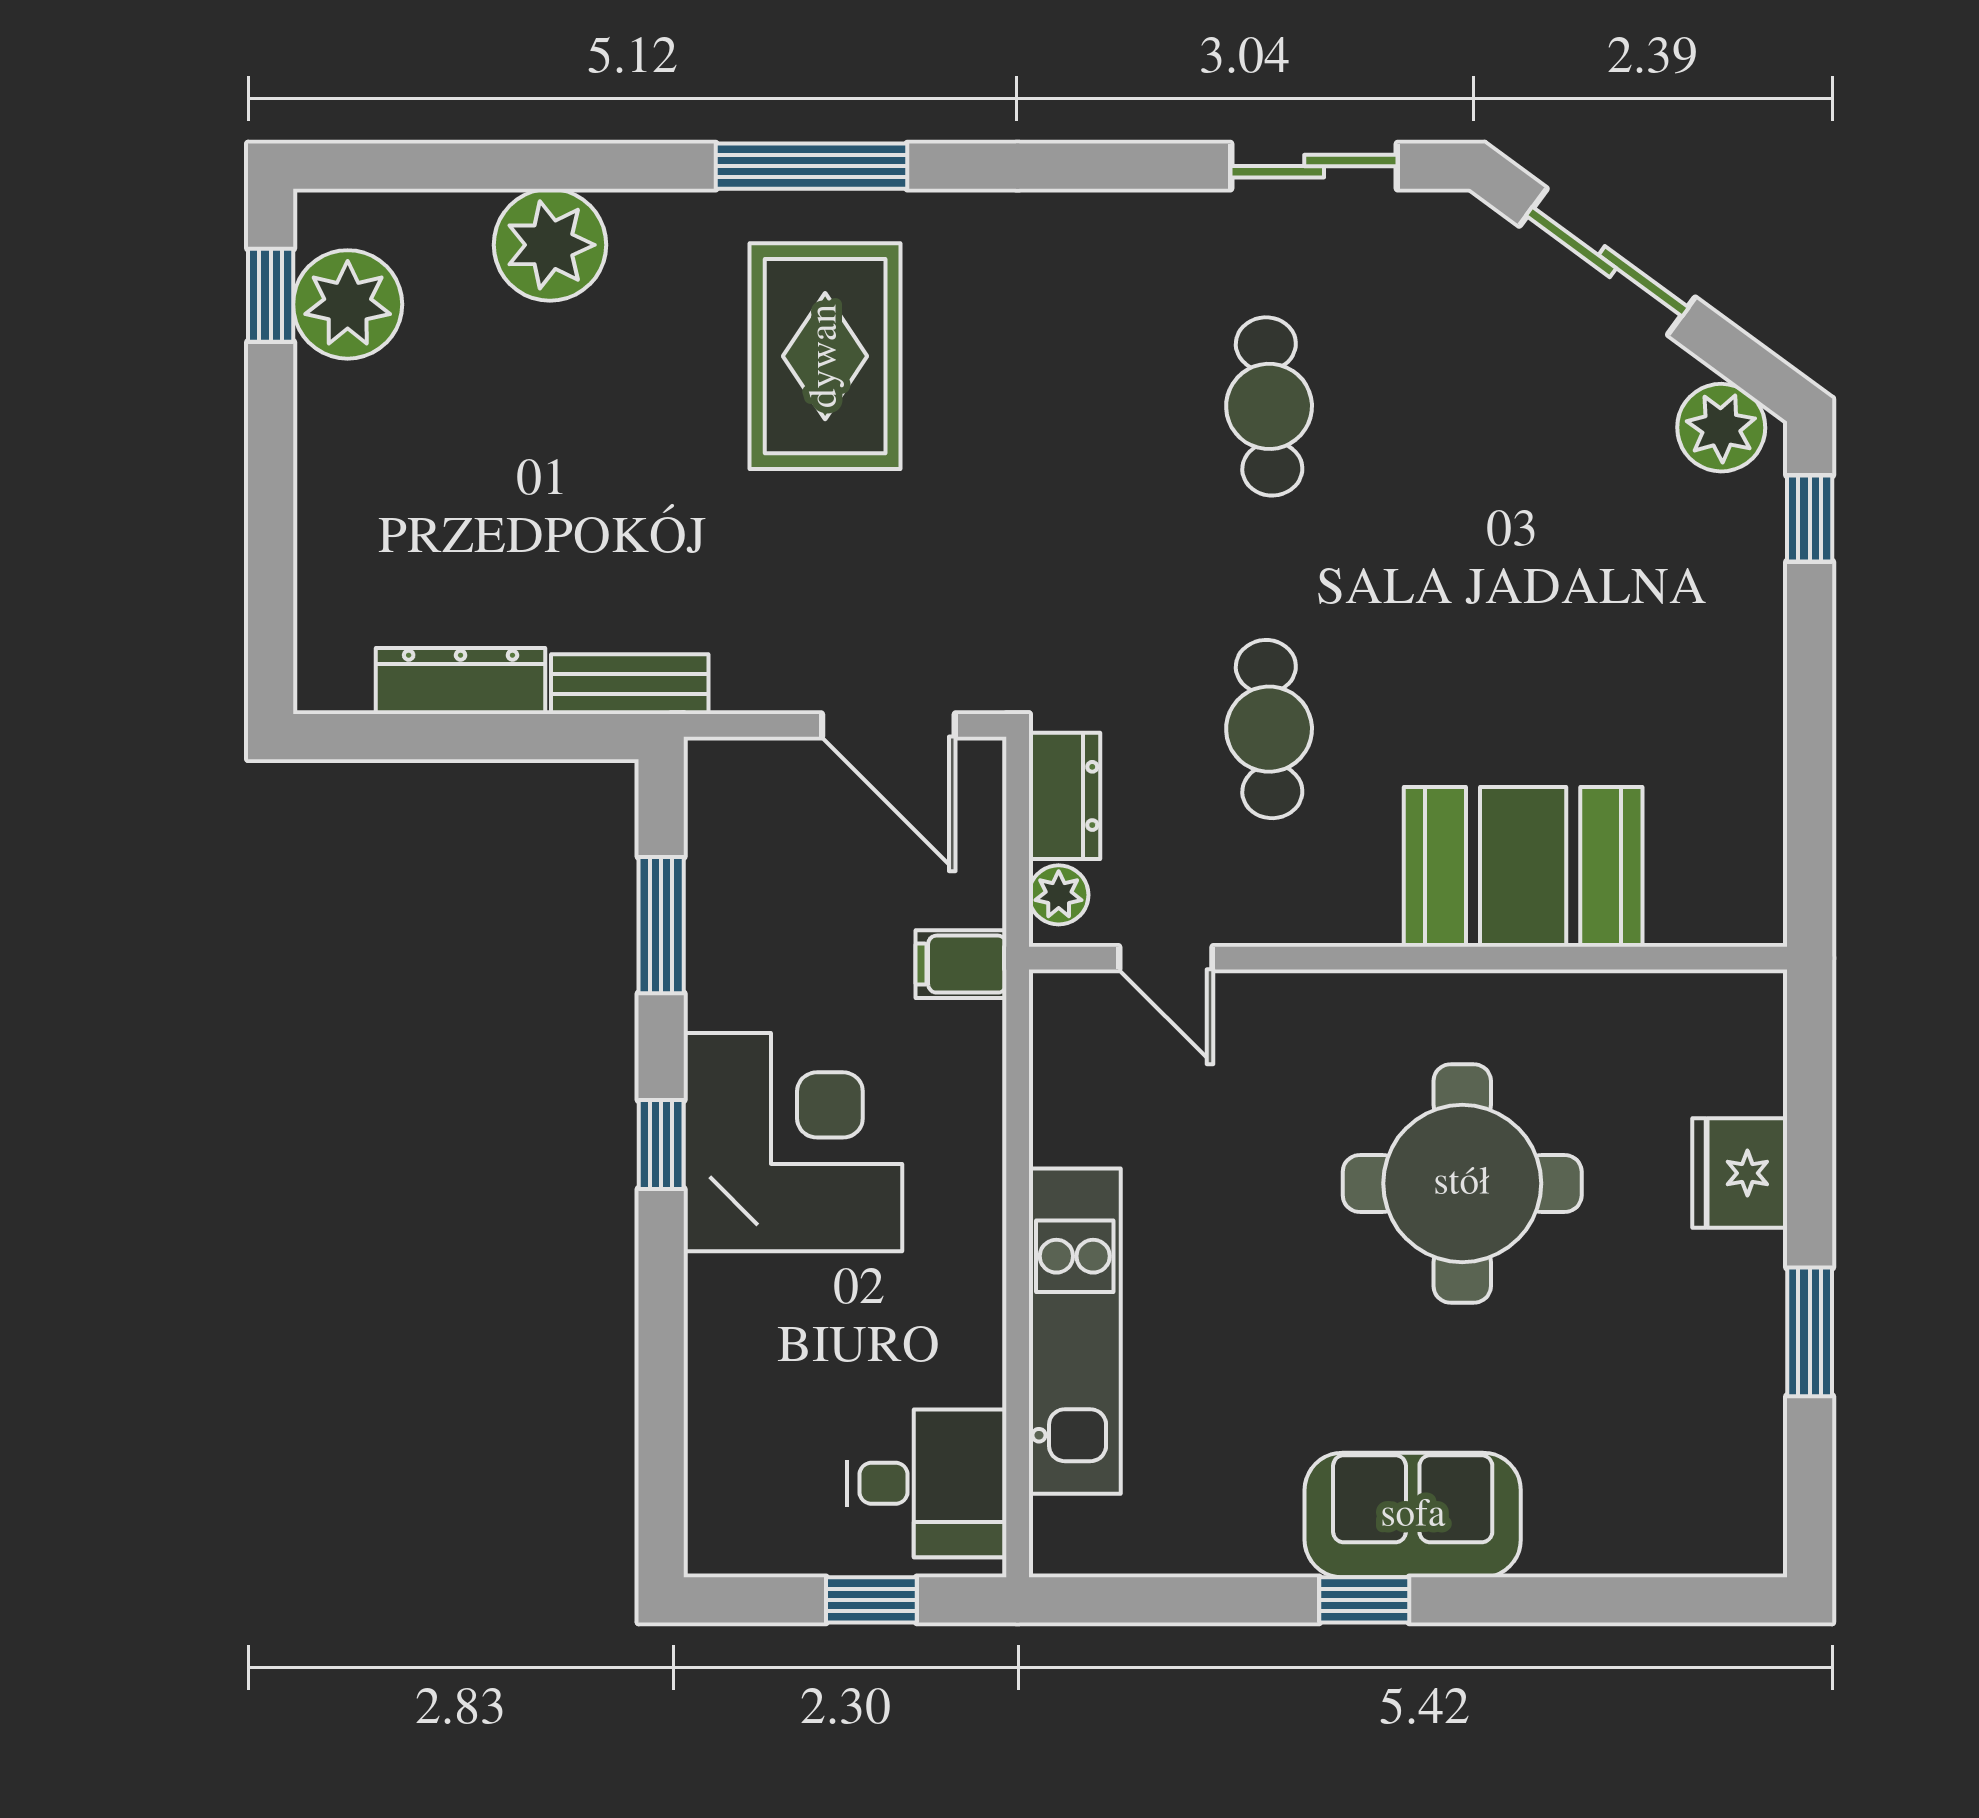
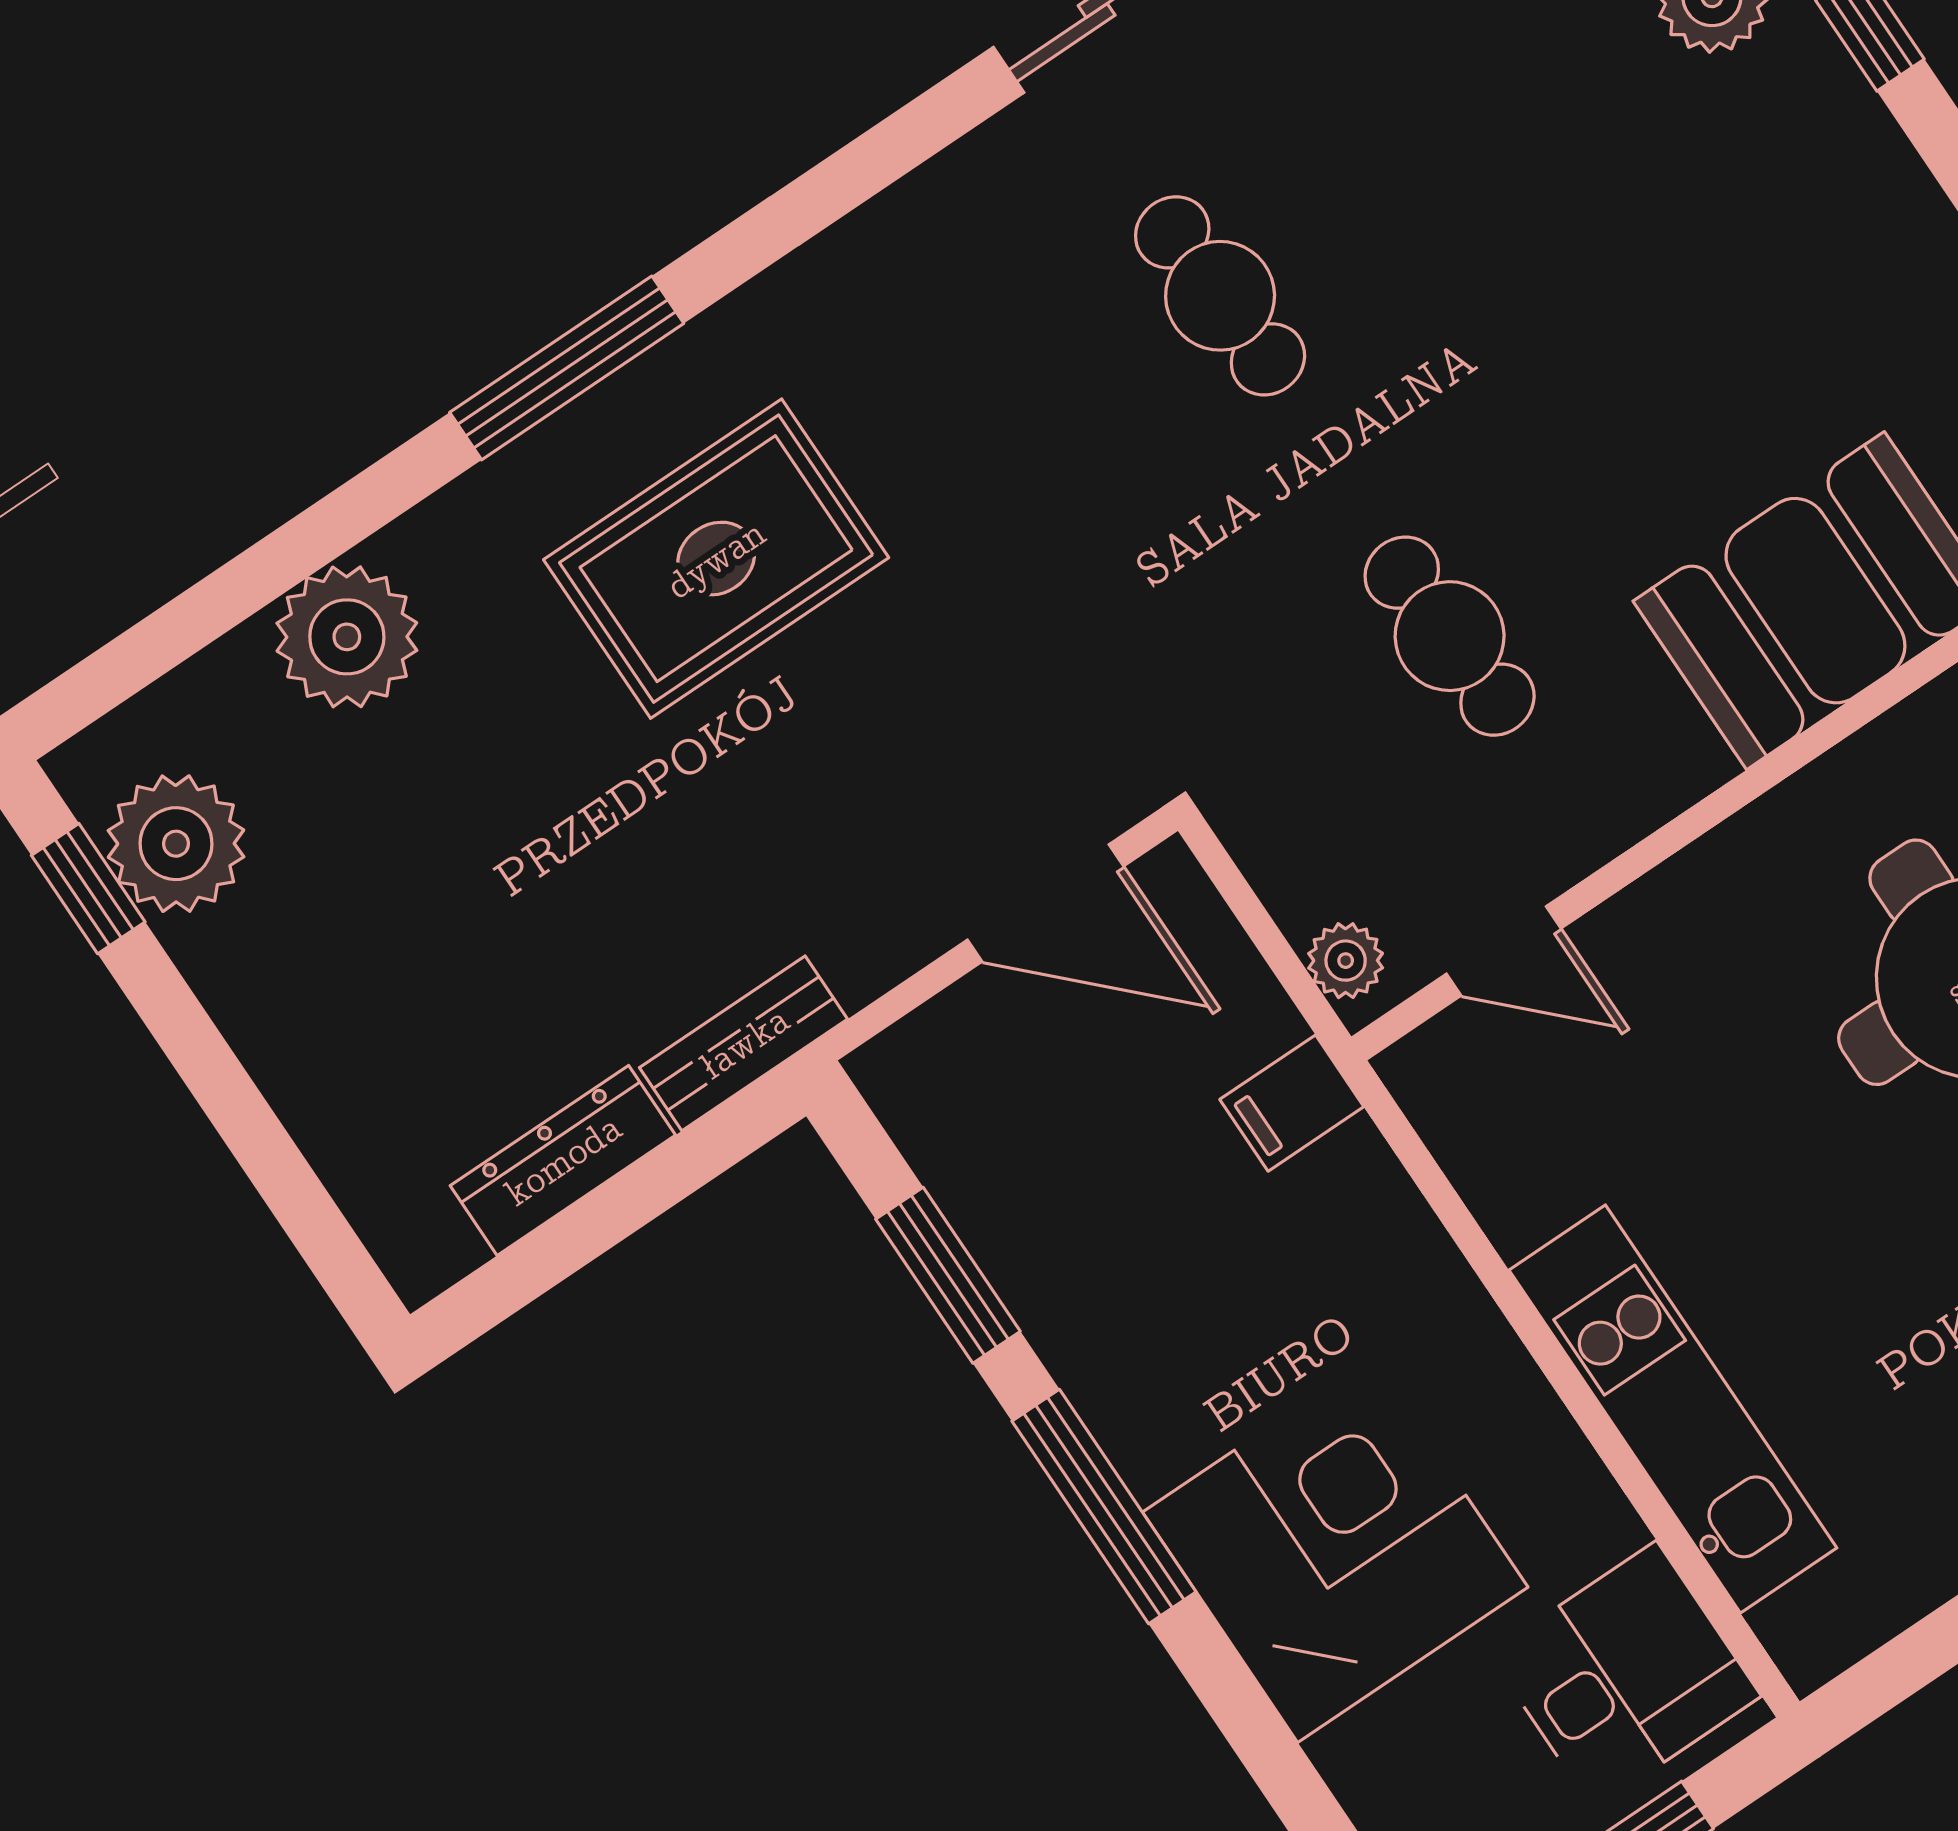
rug: (825, 356) -> (716, 559), turned 90
dresser: (1064, 796) -> (1281, 852), removed
corner desk: (793, 1142) -> (1335, 1550), moved
window: (661, 1144) -> (1104, 1507), width x2.17

